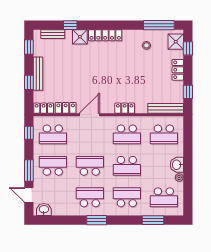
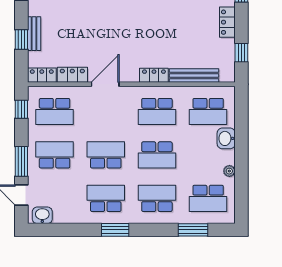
bench: (38, 74) -> (34, 34), width x0.73
bench: (166, 108) -> (194, 75), moved
washbasin: (177, 165) -> (226, 138), moved

